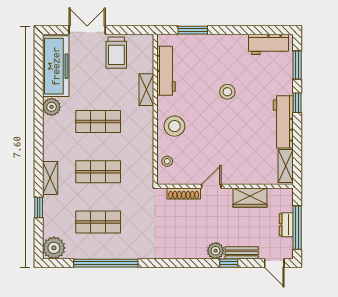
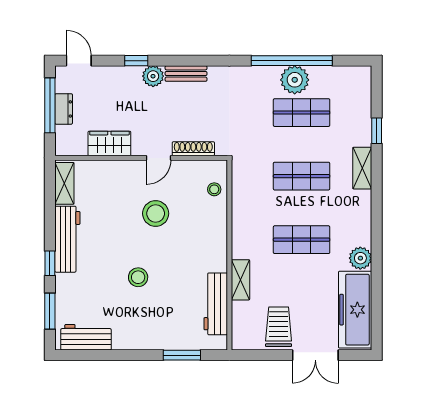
stool: (174, 126) -> (156, 213), moved
plant: (54, 248) -> (295, 80), moved
bench: (242, 253) -> (186, 73), moved

